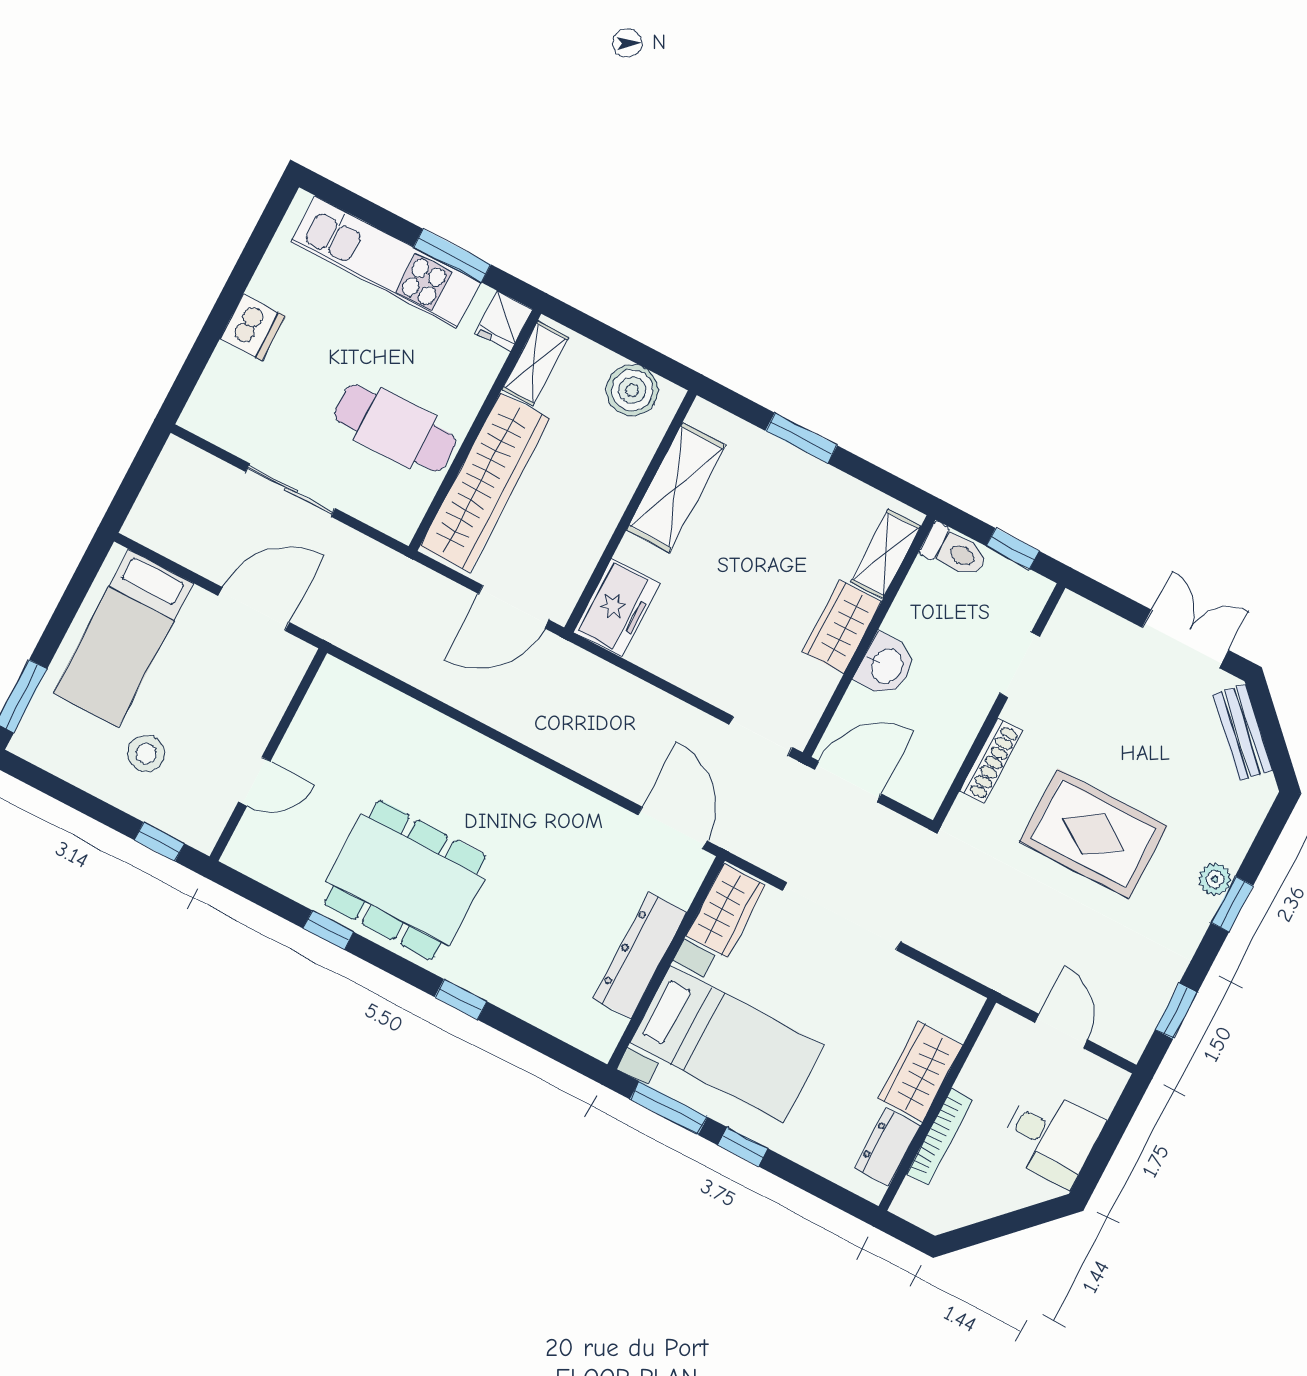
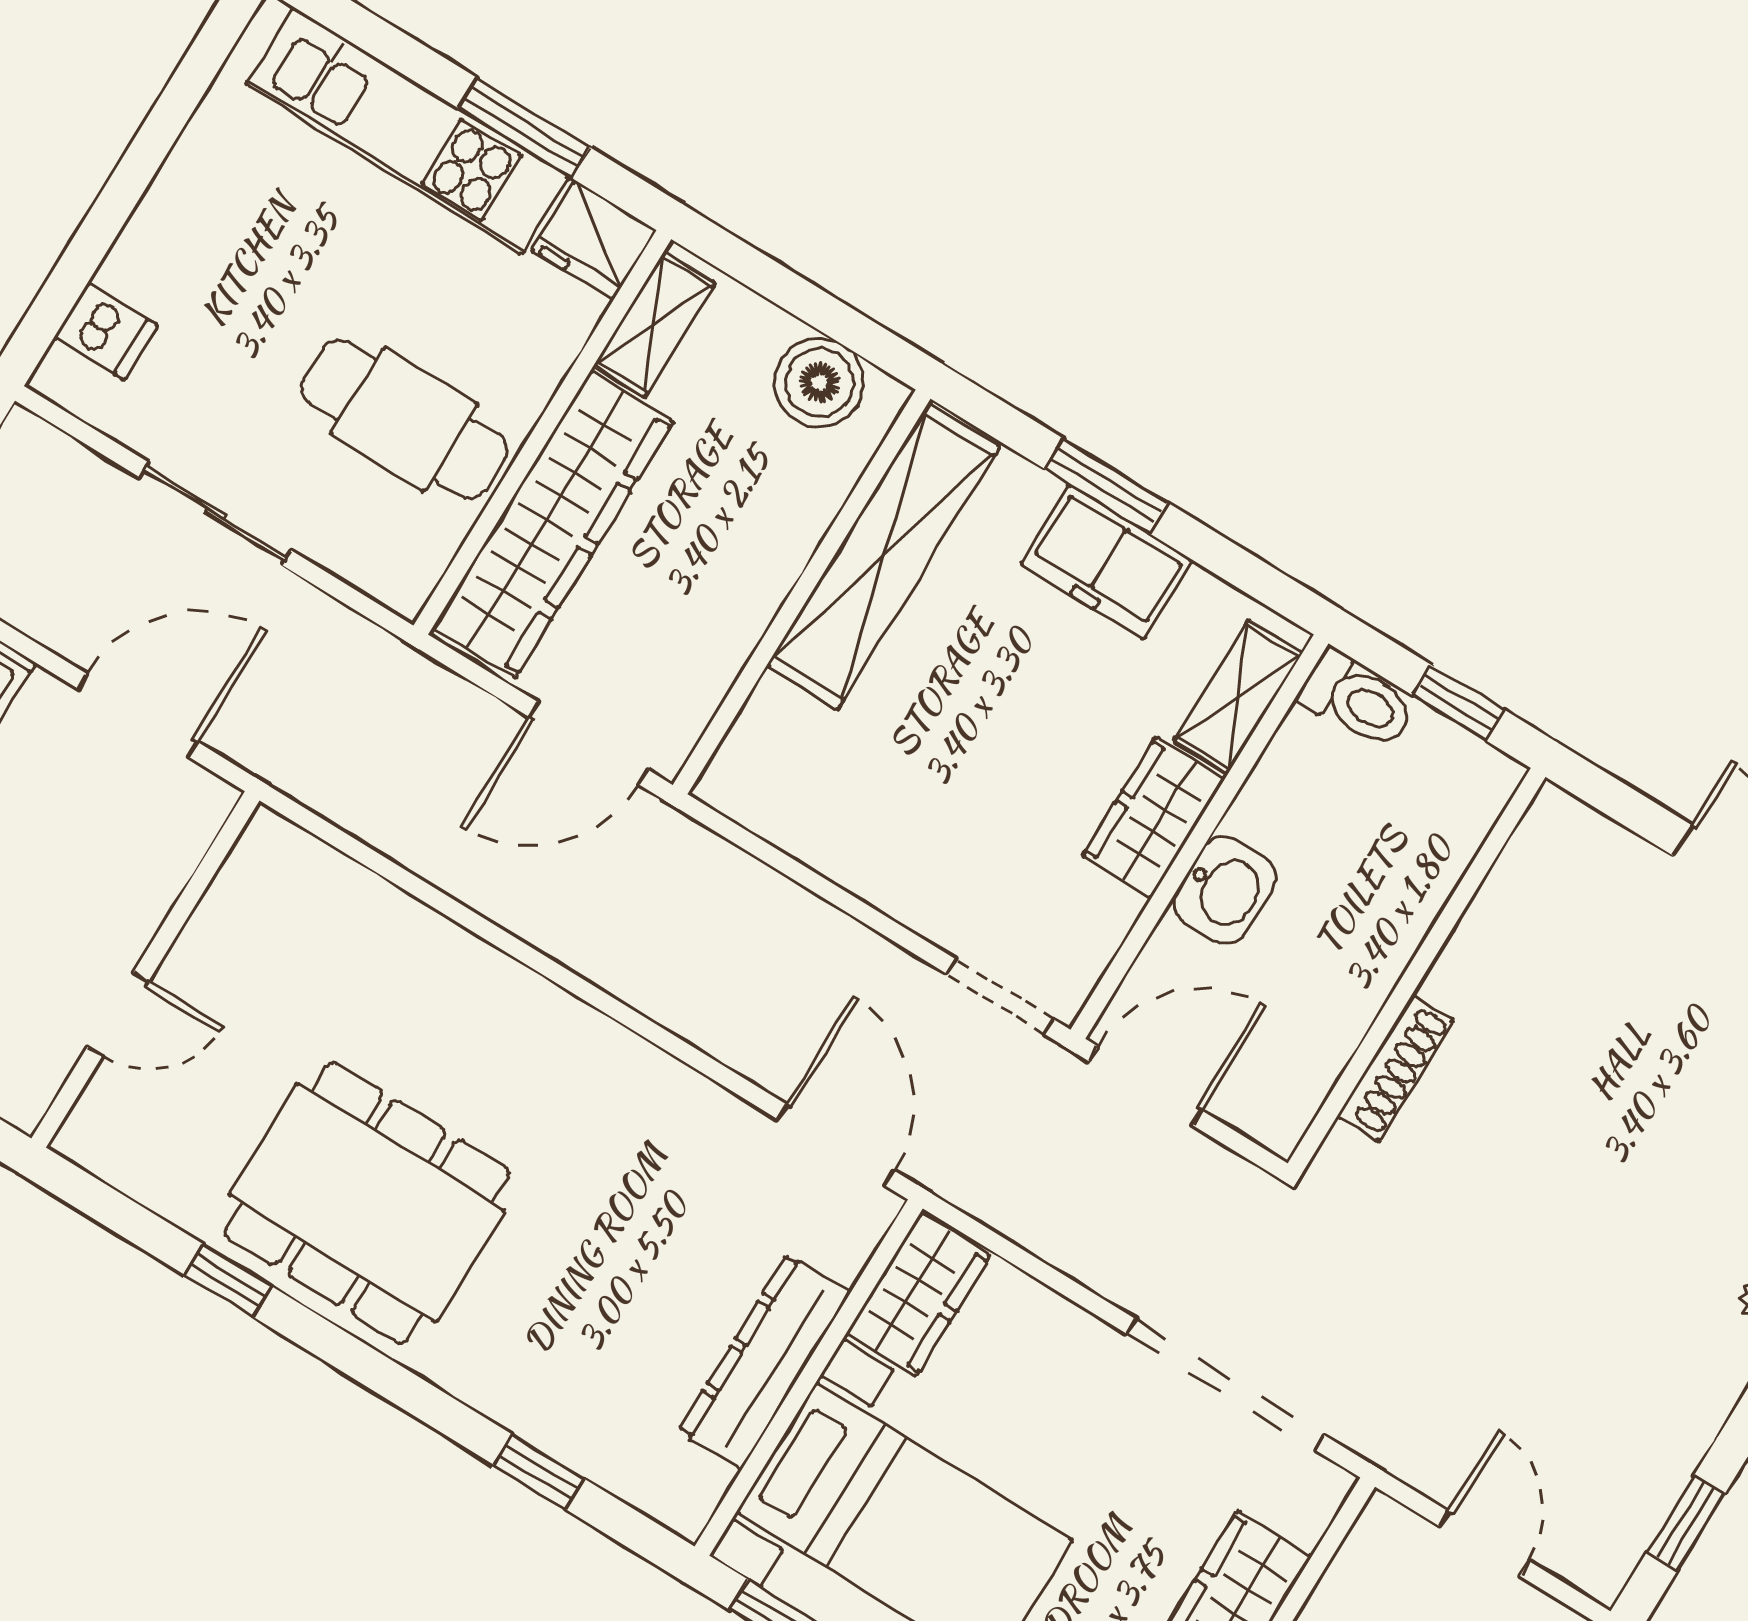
fridge: (504, 321) -> (594, 240), width x1.38
dishwasher: (253, 327) -> (106, 331), moved, width x0.73
shelving: (676, 487) -> (883, 556), width x1.47
freezer: (616, 608) -> (1106, 562), moved, turned 90
doorway: (1020, 665) -> (1457, 905), removed
rug: (1093, 834) -> (1564, 1206), removed
doorway: (842, 916) -> (1225, 1384), moved
window: (461, 999) -> (539, 1472), moved

